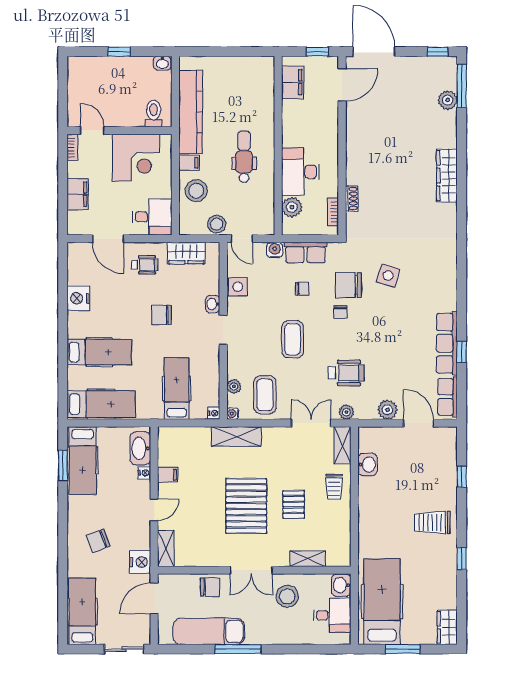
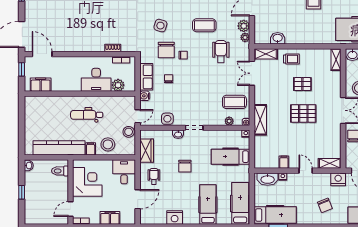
coffee table: (293, 339) -> (204, 25), moved
plant: (346, 412) -> (245, 37), moved
pallet: (246, 506) -> (303, 114), width x0.73, depth x0.71
shelving: (308, 559) -> (336, 60), moved

